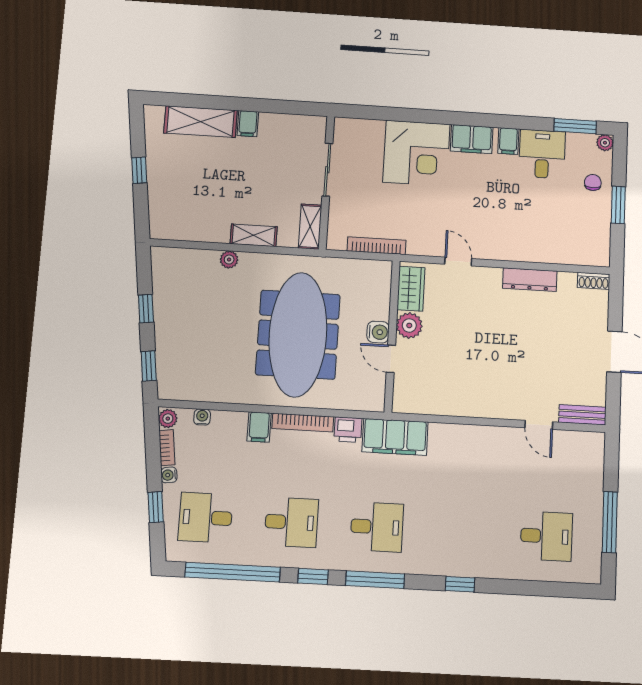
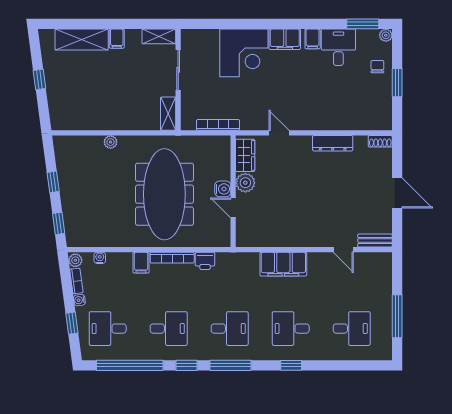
shelving: (254, 235) -> (159, 36), moved
filing cabinet: (395, 437) -> (283, 264), moved
desk: (462, 532) -> (291, 329), added

